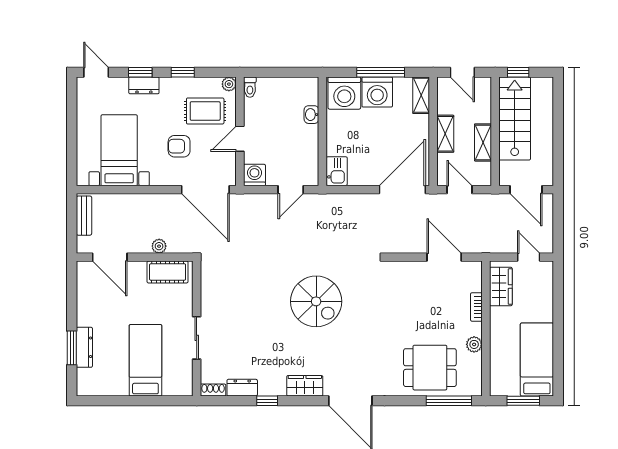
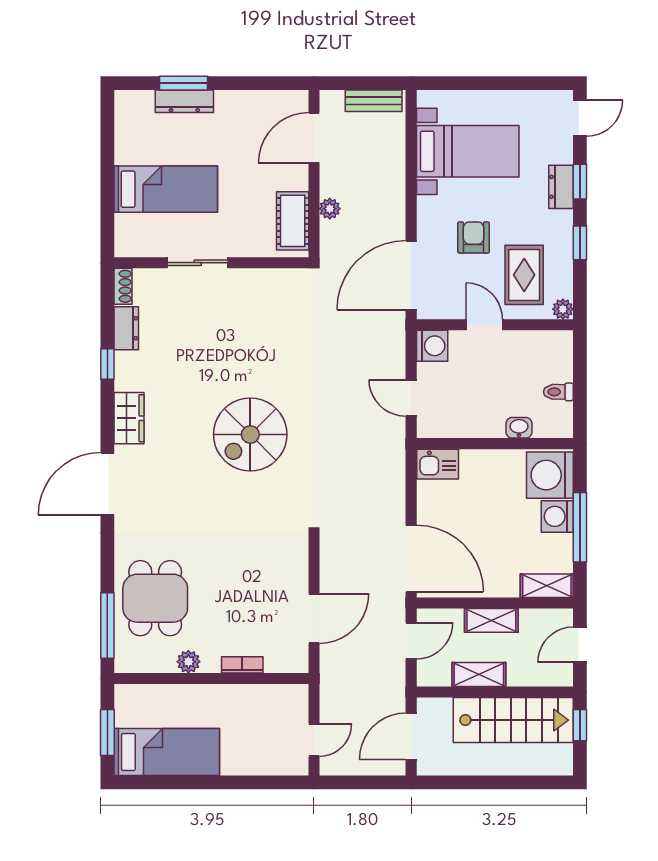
toilet: (250, 87) -> (558, 392), moved
washing machine: (377, 92) -> (557, 516), width x0.73, depth x0.73
wardrobe: (501, 287) -> (272, 700), removed

